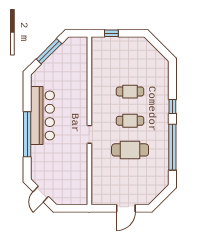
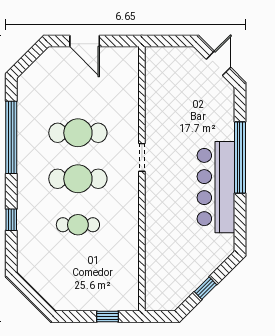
window: (49, 51) -> (206, 288), width x0.46
window: (172, 107) -> (11, 220), moved
cafe table: (130, 121) -> (78, 179), width x1.37, depth x1.35
door: (126, 208) -> (85, 41), swing flipped

